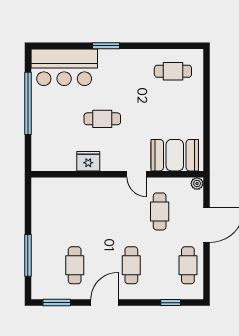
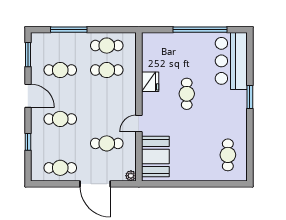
cafe table: (46, 211) -> (107, 46), added
cafe table: (75, 211) -> (107, 70), added
window: (171, 303) -> (28, 142), moved

